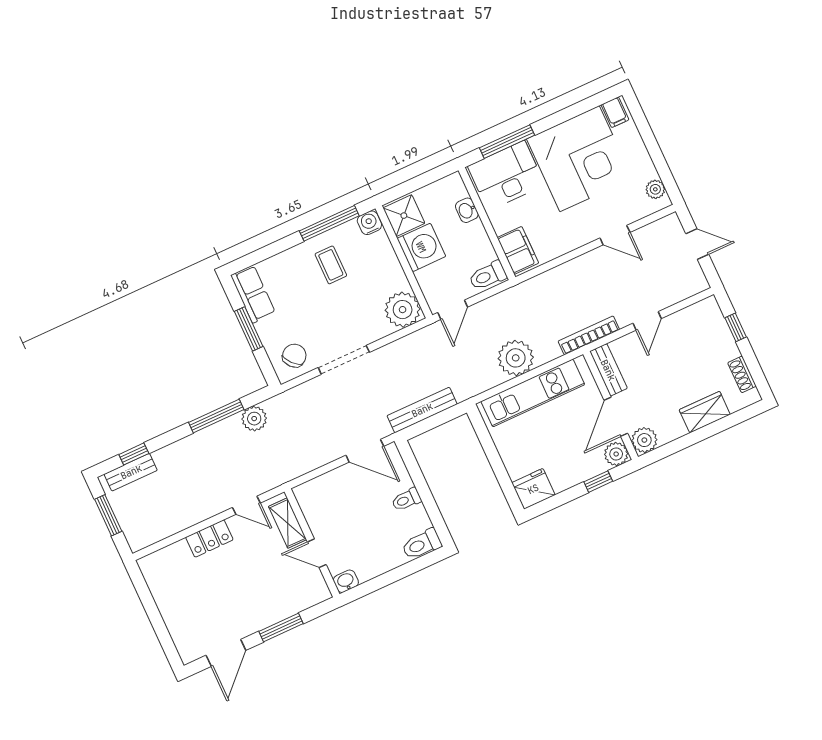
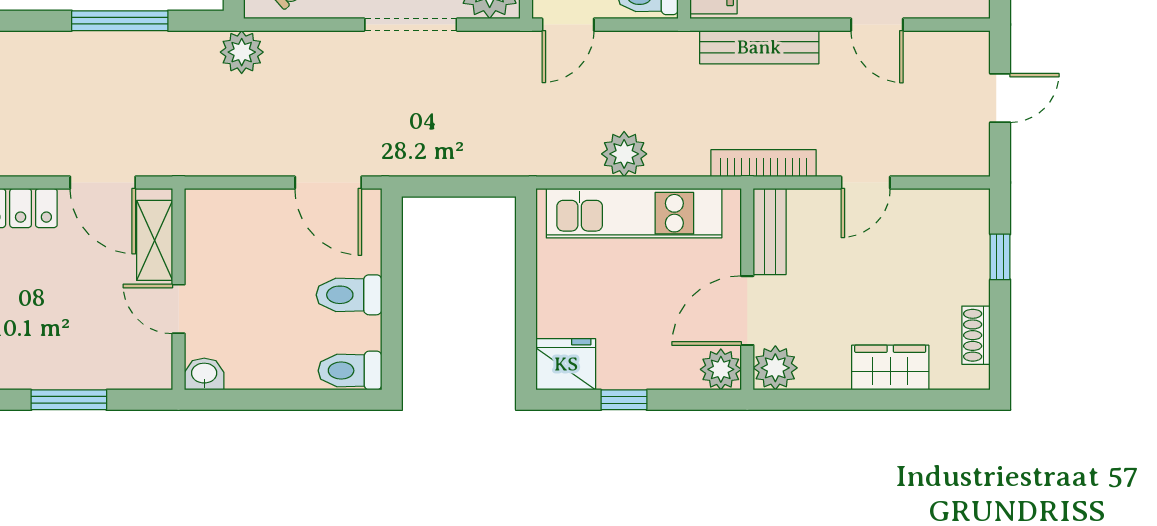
door: (697, 244) -> (1000, 98), hinge flipped
plant: (516, 358) -> (624, 154), width x0.73, depth x0.73
doorway: (344, 360) -> (411, 25), moved
bench: (422, 410) -> (759, 47), moved
plant: (254, 419) -> (242, 52), moved
window: (598, 482) -> (624, 400), moved
toilet: (406, 500) -> (349, 295), width x1.37, depth x1.39
door: (246, 505) -> (103, 183), width x1.38

